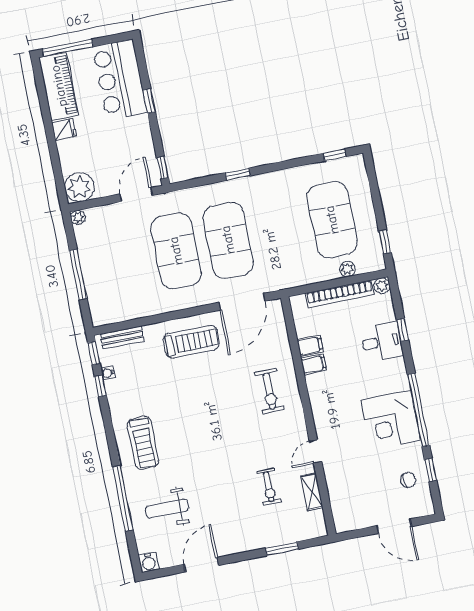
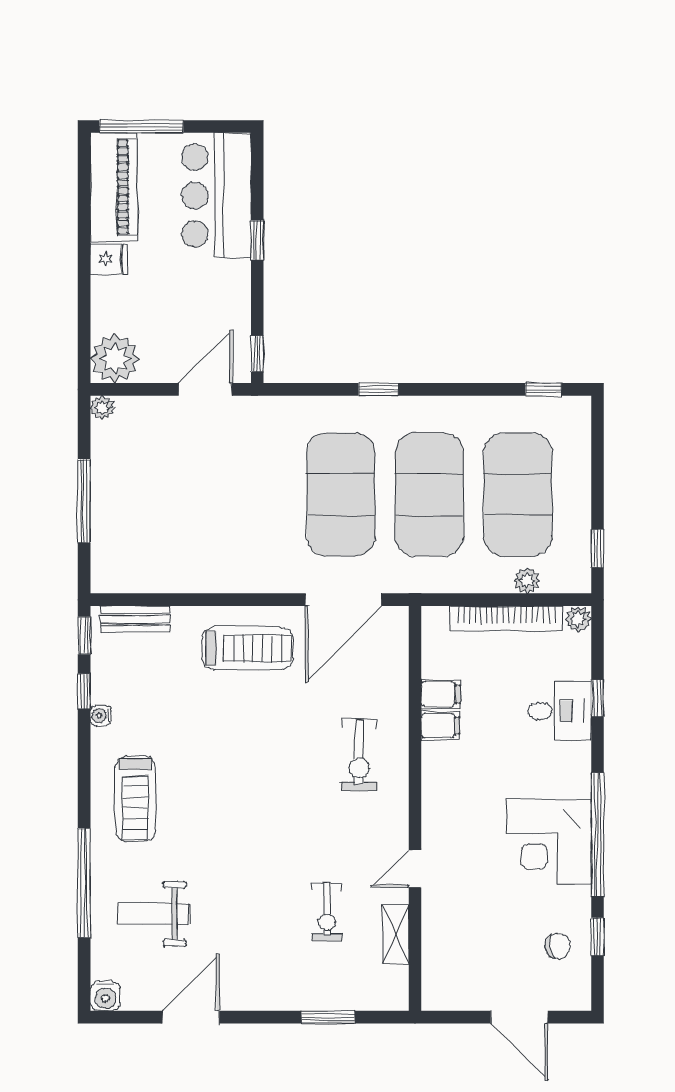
exercise mat: (176, 251) -> (429, 495), moved
water cooler: (108, 373) -> (101, 716), moved

